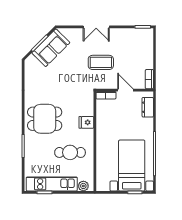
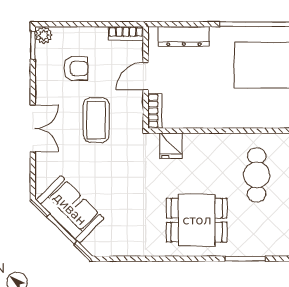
plant: (148, 33) -> (44, 35), added
armchair: (130, 51) -> (76, 68), added
dresser: (148, 107) -> (184, 36), width x1.44
dining table: (45, 119) -> (197, 220), turned 90
fridge: (86, 122) -> (171, 146), moved

